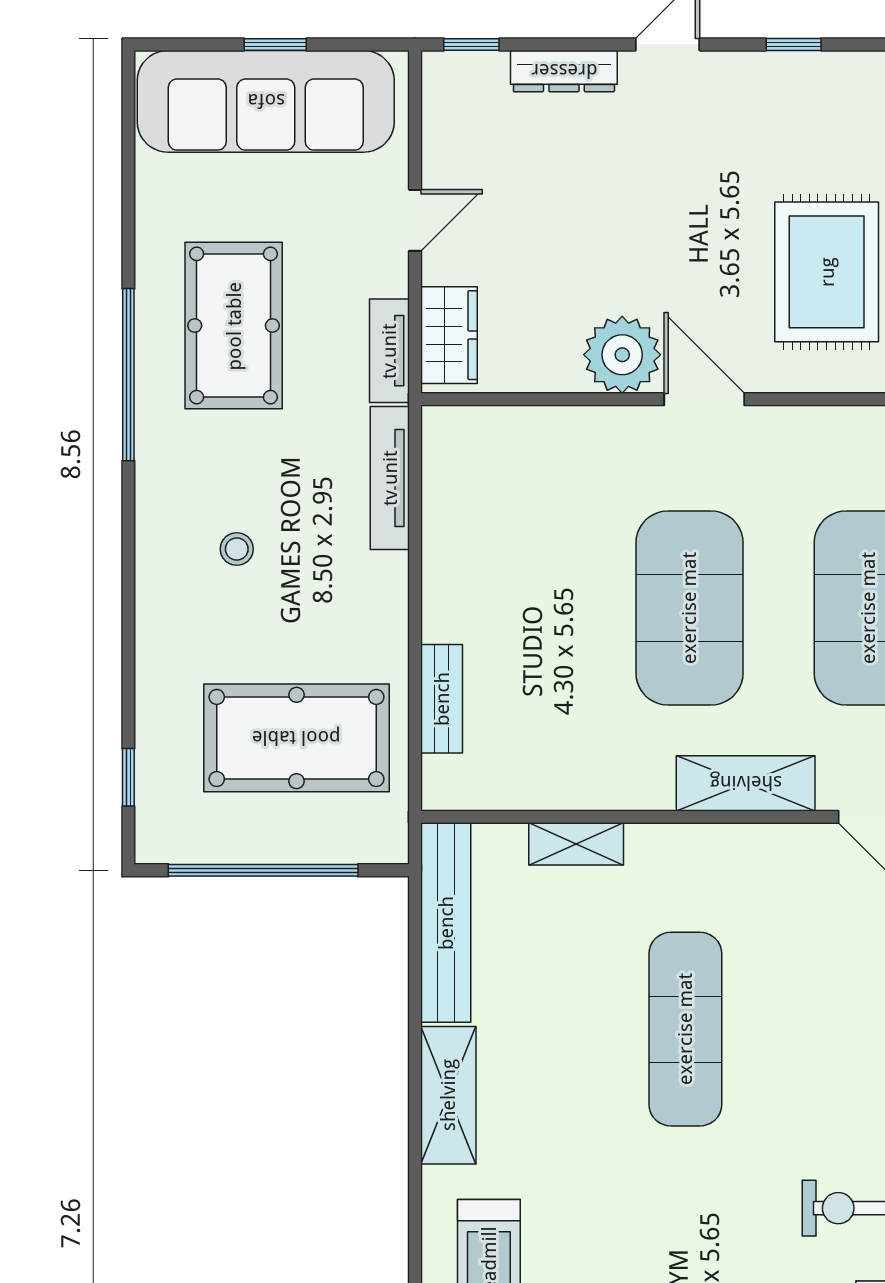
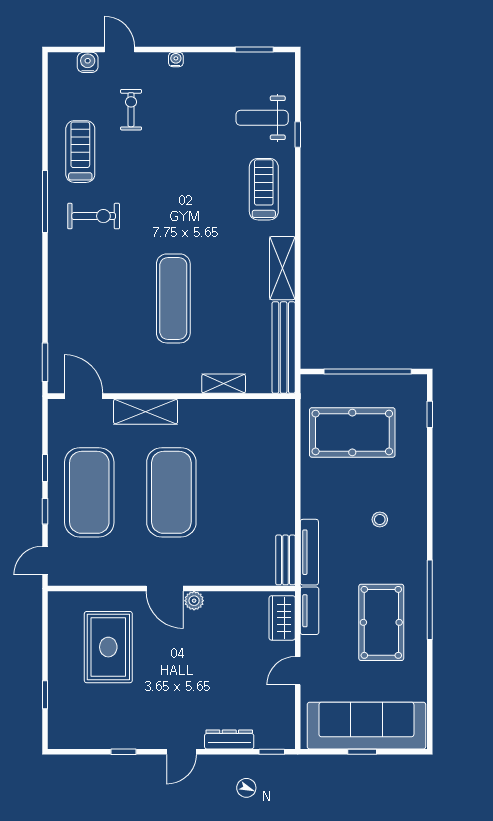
plant: (622, 355) -> (194, 601), width x0.53, depth x0.53
bench: (442, 699) -> (286, 560), moved

